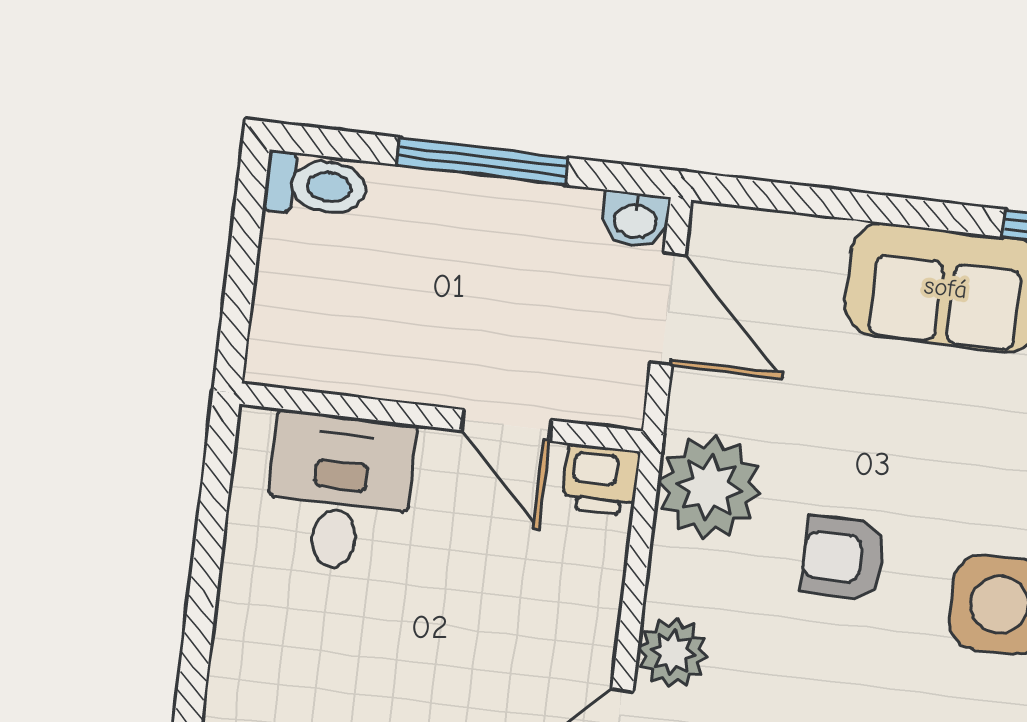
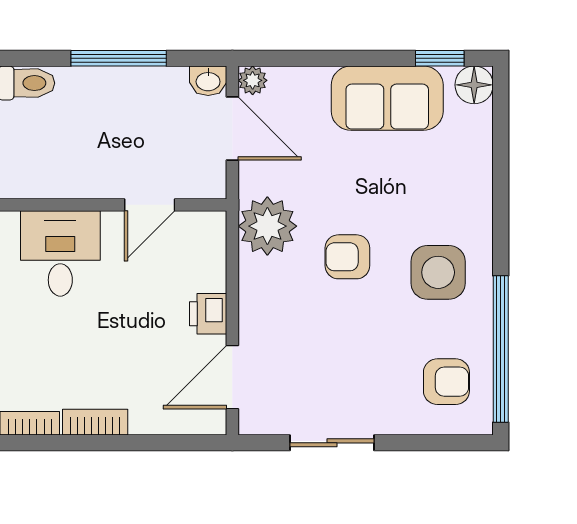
door: (506, 425) -> (150, 205), hinge flipped
printer: (601, 480) -> (208, 314), moved, turned 90
plant: (673, 652) -> (253, 80), moved, width x0.73, depth x0.73

